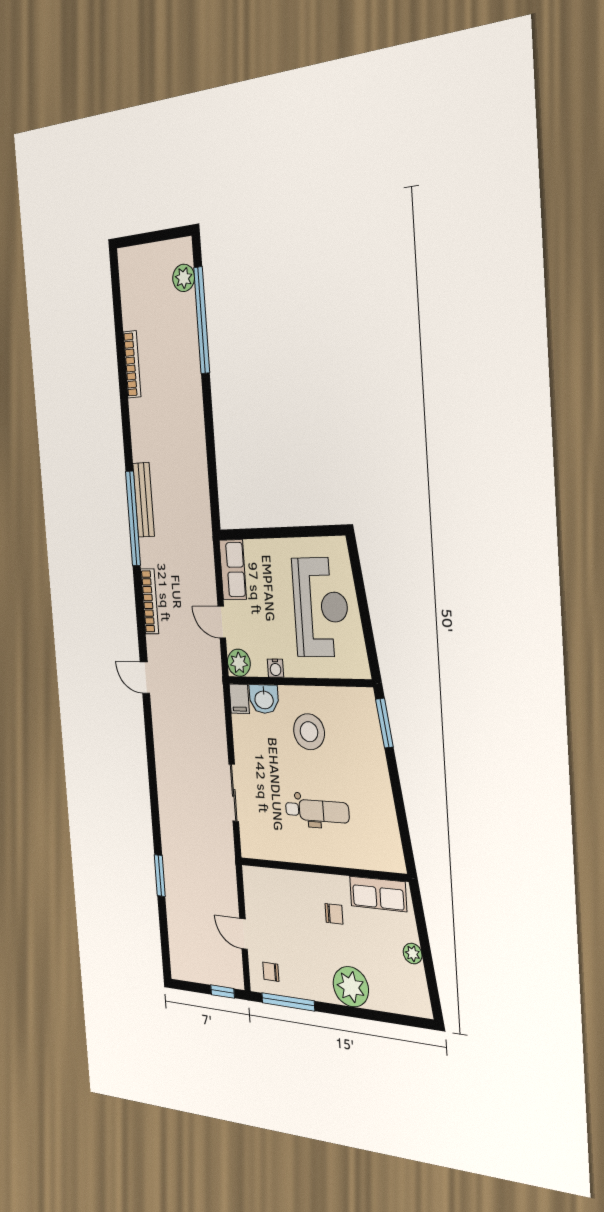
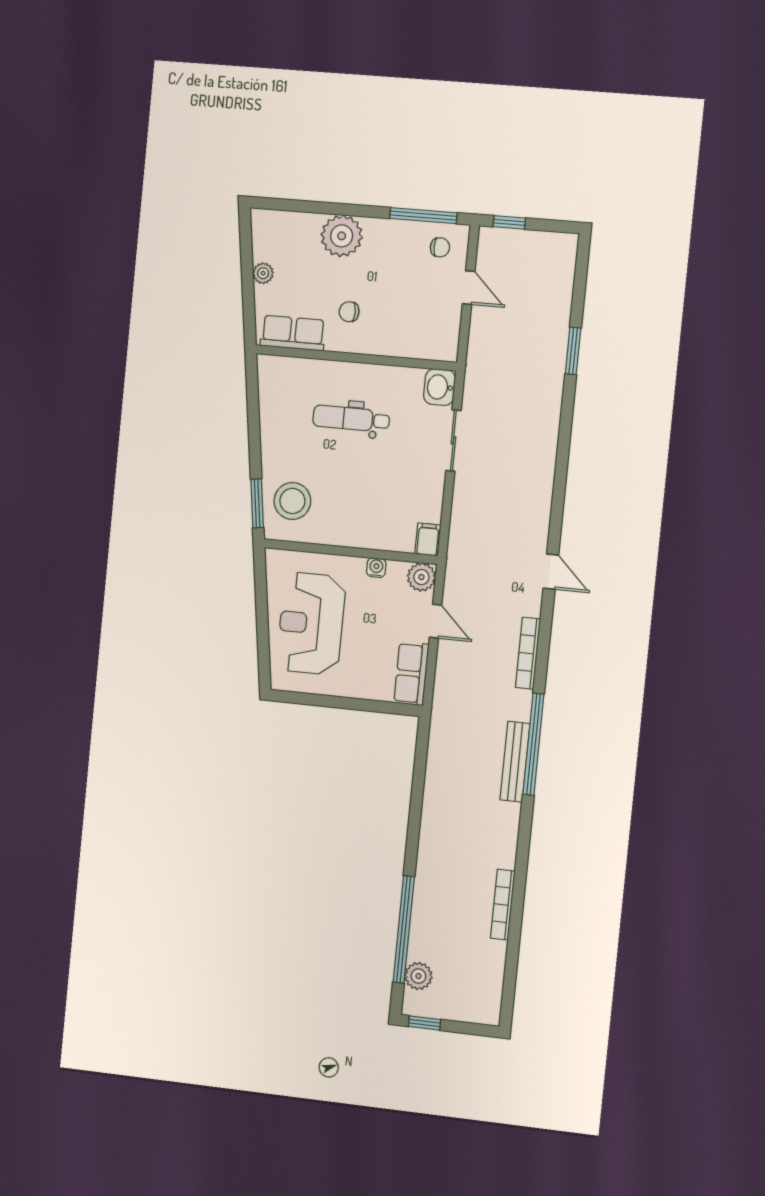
window: (172, 234) -> (425, 1023), added
washbasin: (264, 699) -> (440, 387), moved, turned -90
stool: (309, 732) -> (292, 501), moved

